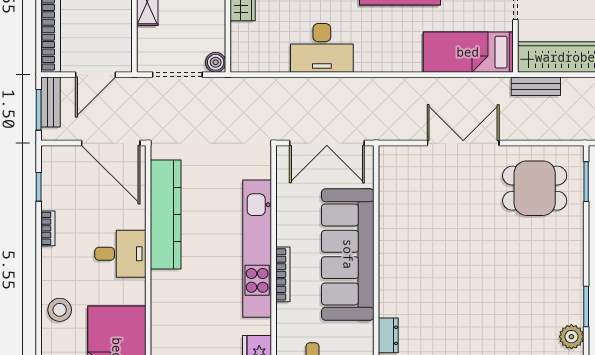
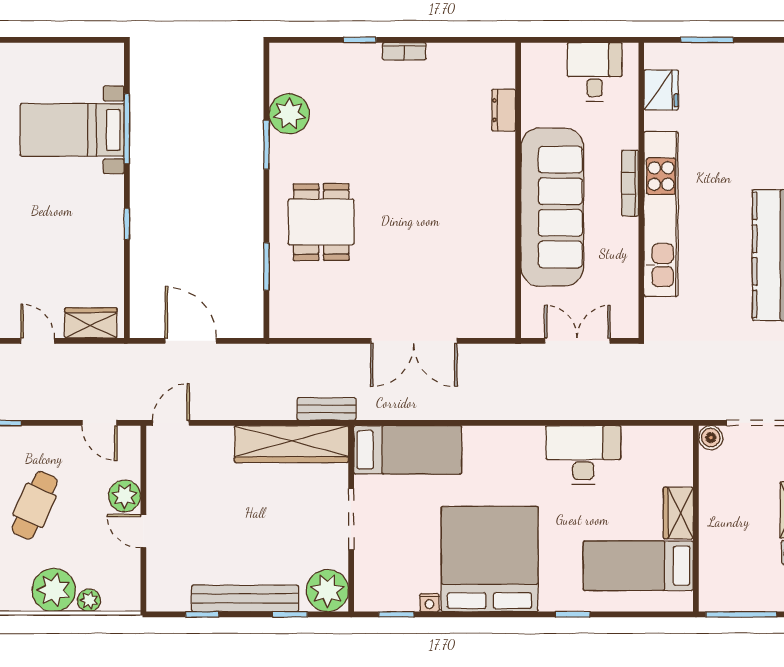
double door: (327, 143) -> (577, 341), width x0.73
window: (586, 182) -> (266, 267), moved
dining table: (535, 188) -> (321, 222), moved, turned 90
plant: (571, 337) -> (289, 114), width x1.36, depth x1.36

